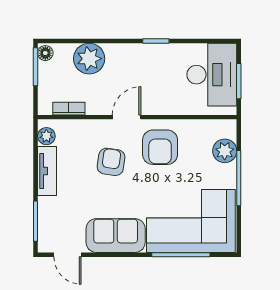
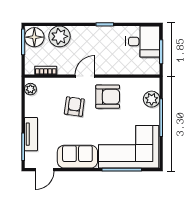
floor lamp: (45, 53) -> (34, 37), width x1.89, depth x1.89
desk: (212, 75) -> (143, 41), width x0.73
armchair: (160, 147) -> (108, 97), turned -90
tv unit: (47, 171) -> (31, 134), moved
door: (67, 255) -> (45, 170), hinge flipped

